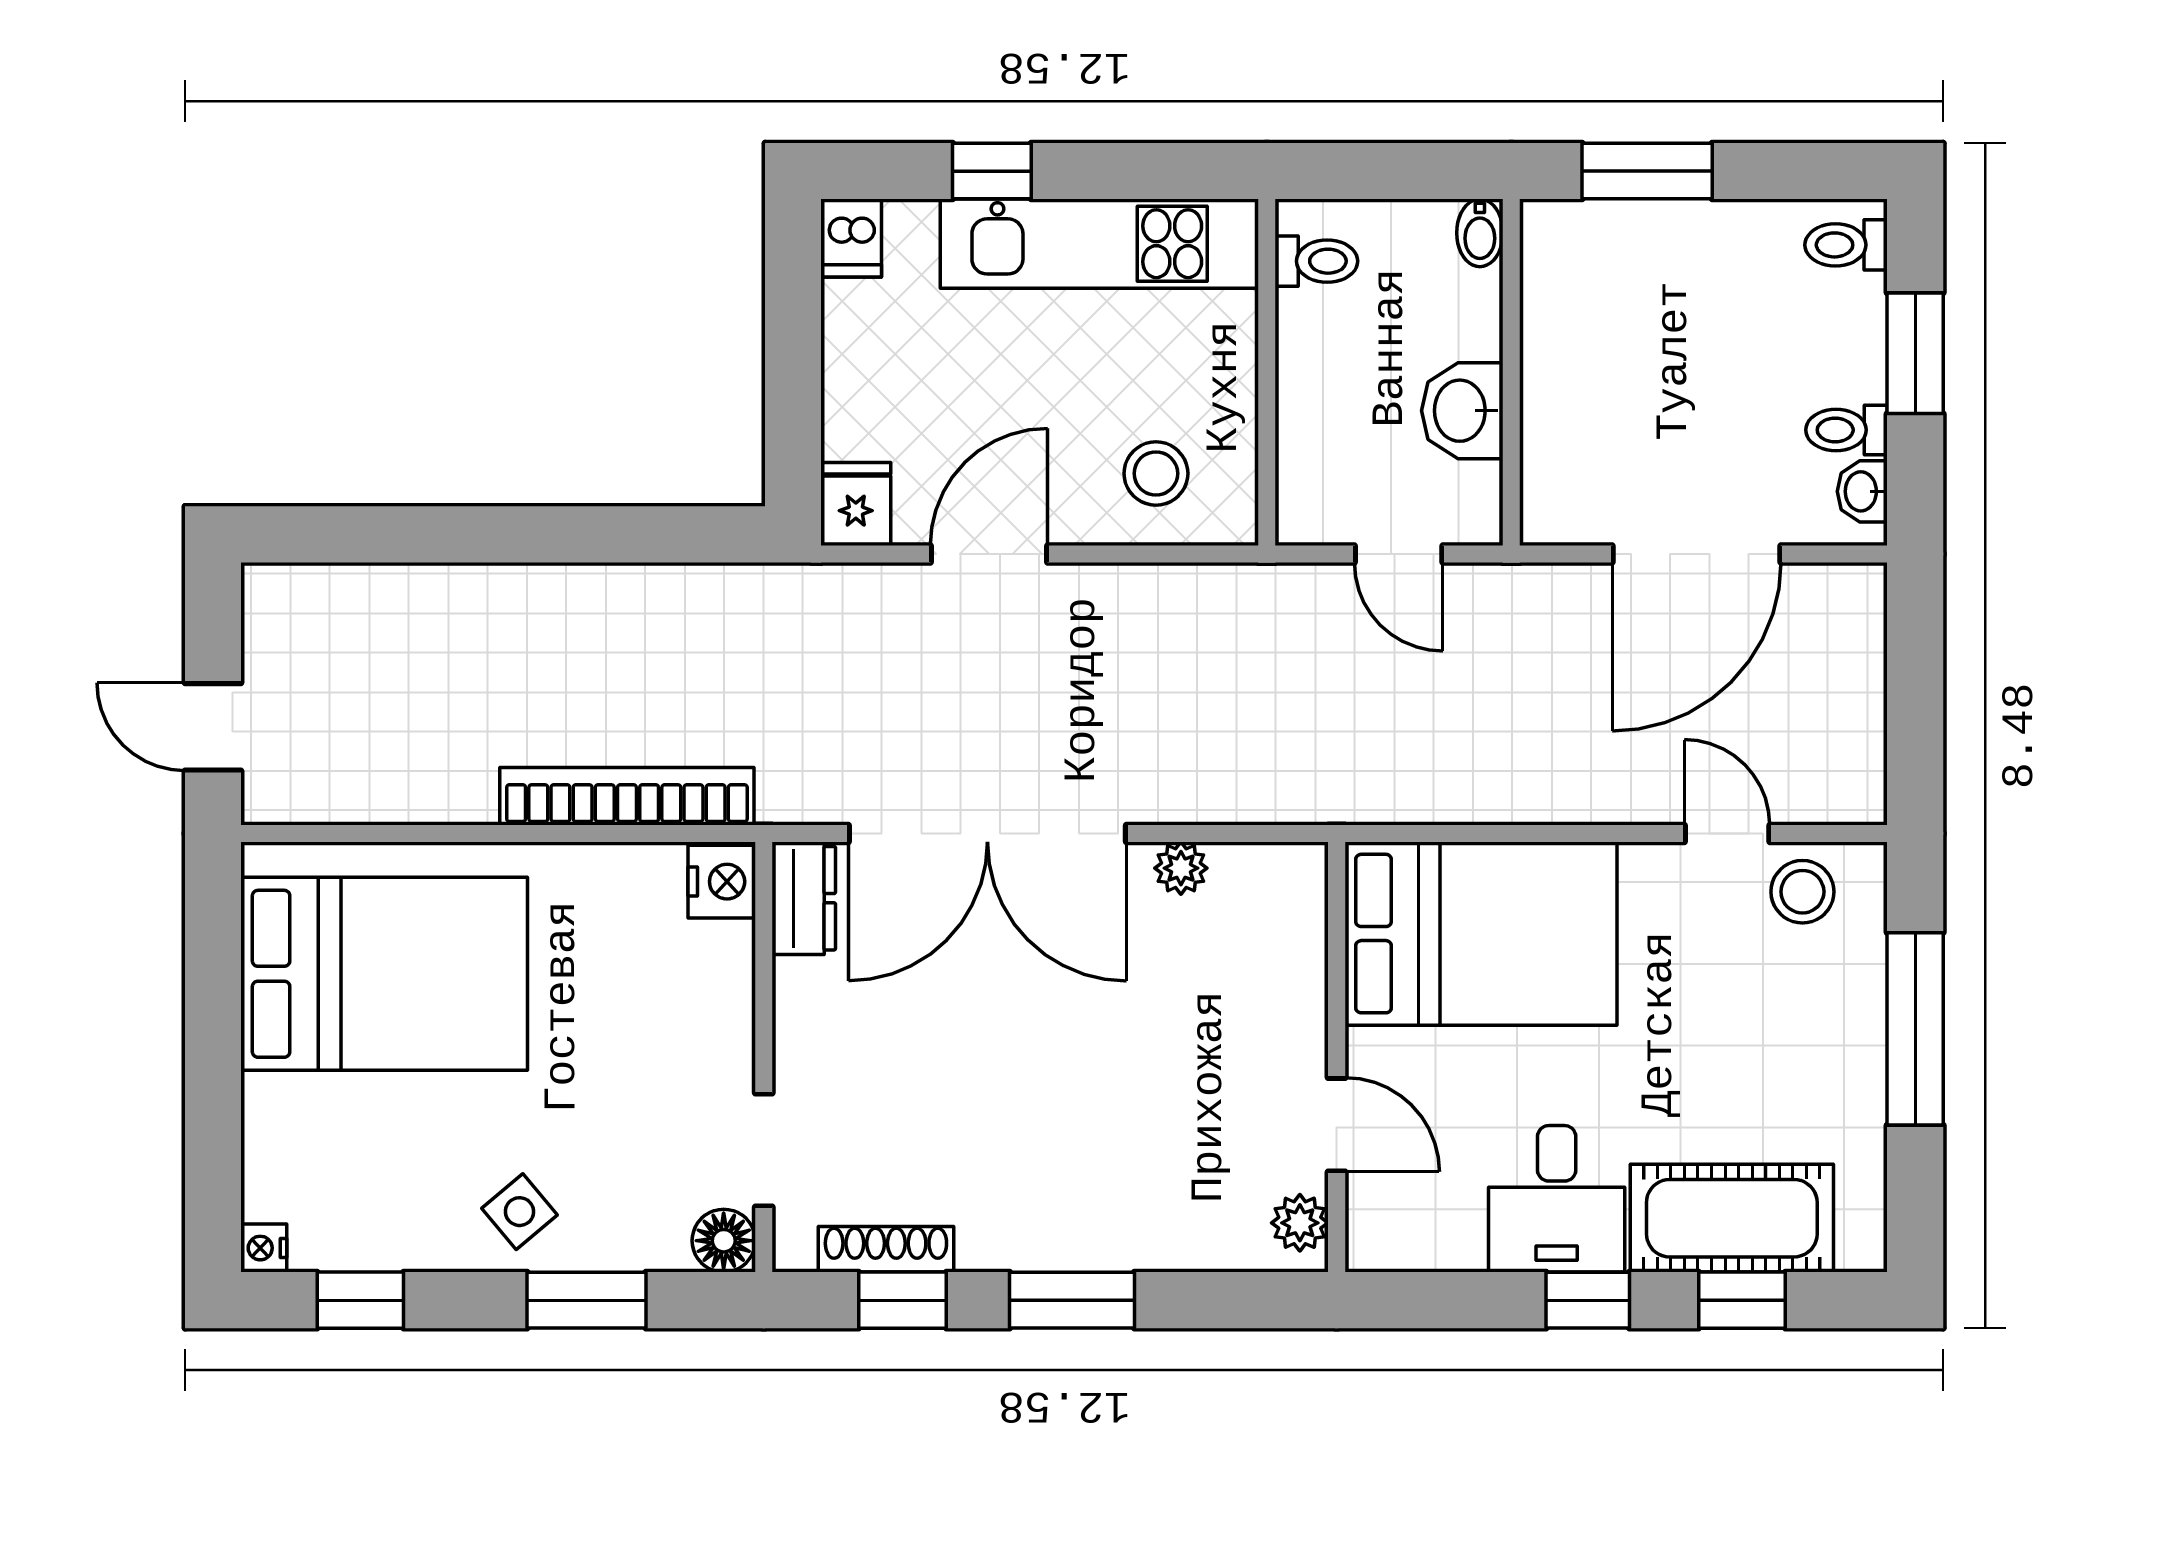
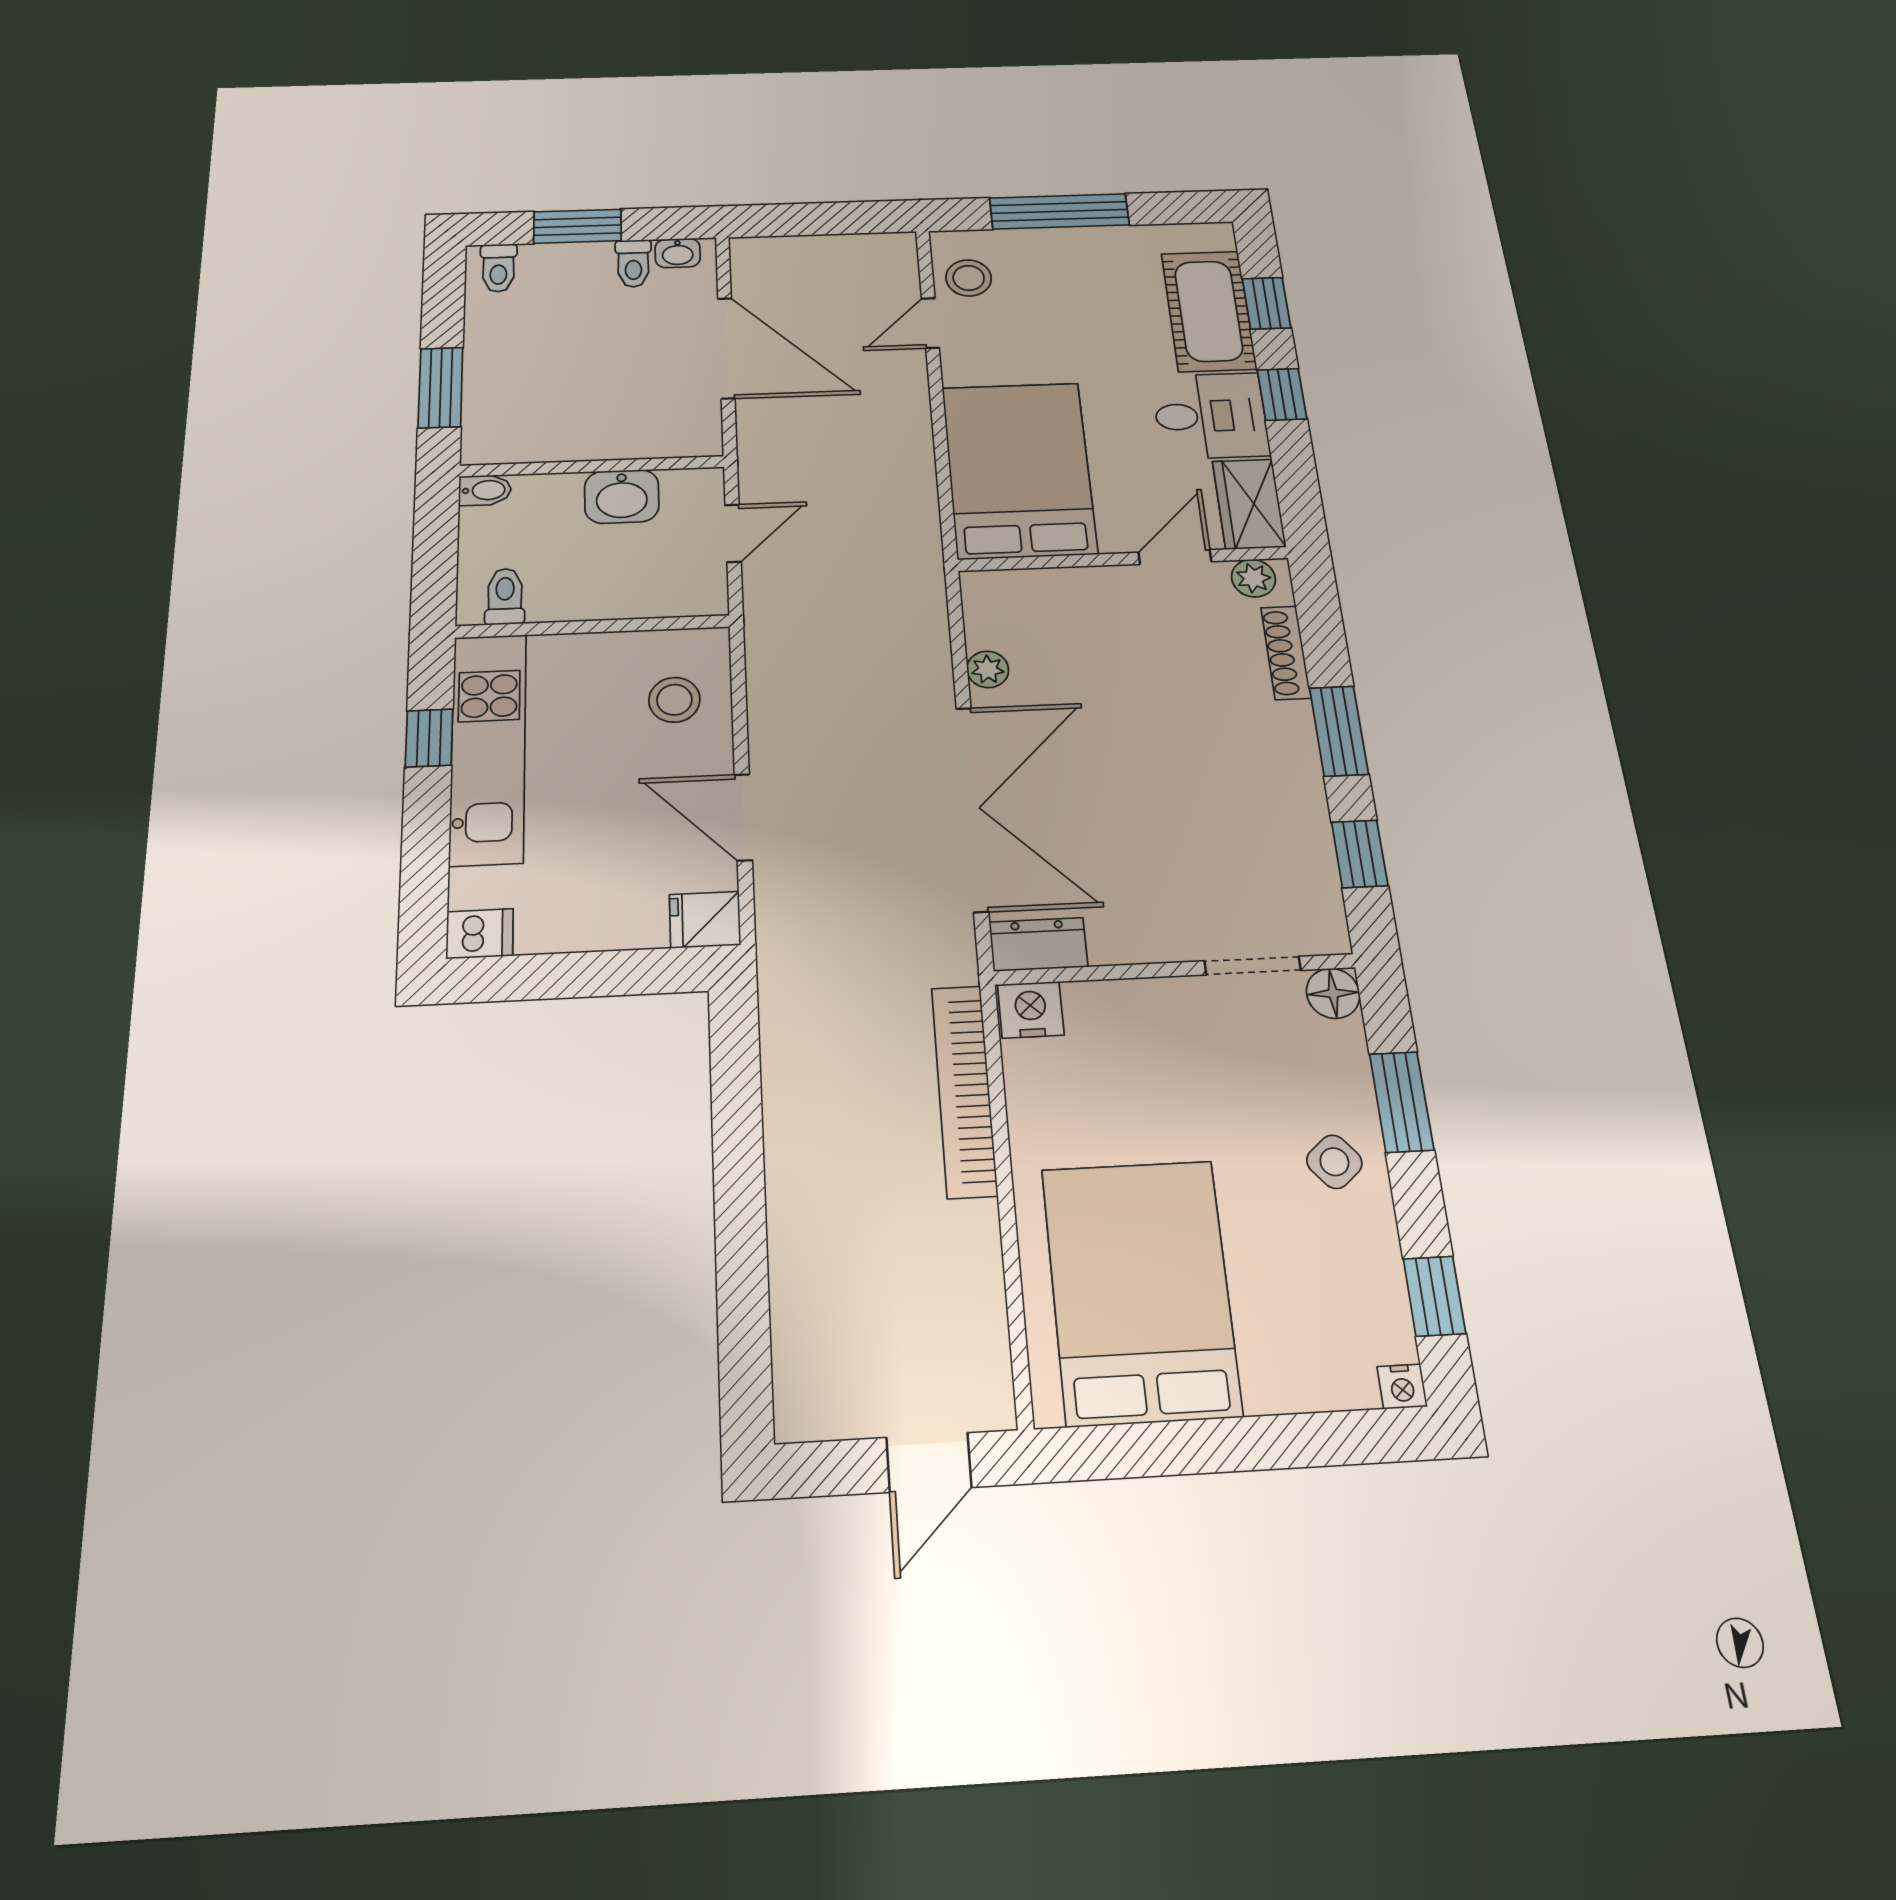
window: (992, 171) -> (429, 738), moved
wardrobe: (1414, 1232) -> (1249, 504), added
shoe rack: (886, 1249) -> (1286, 653), moved

